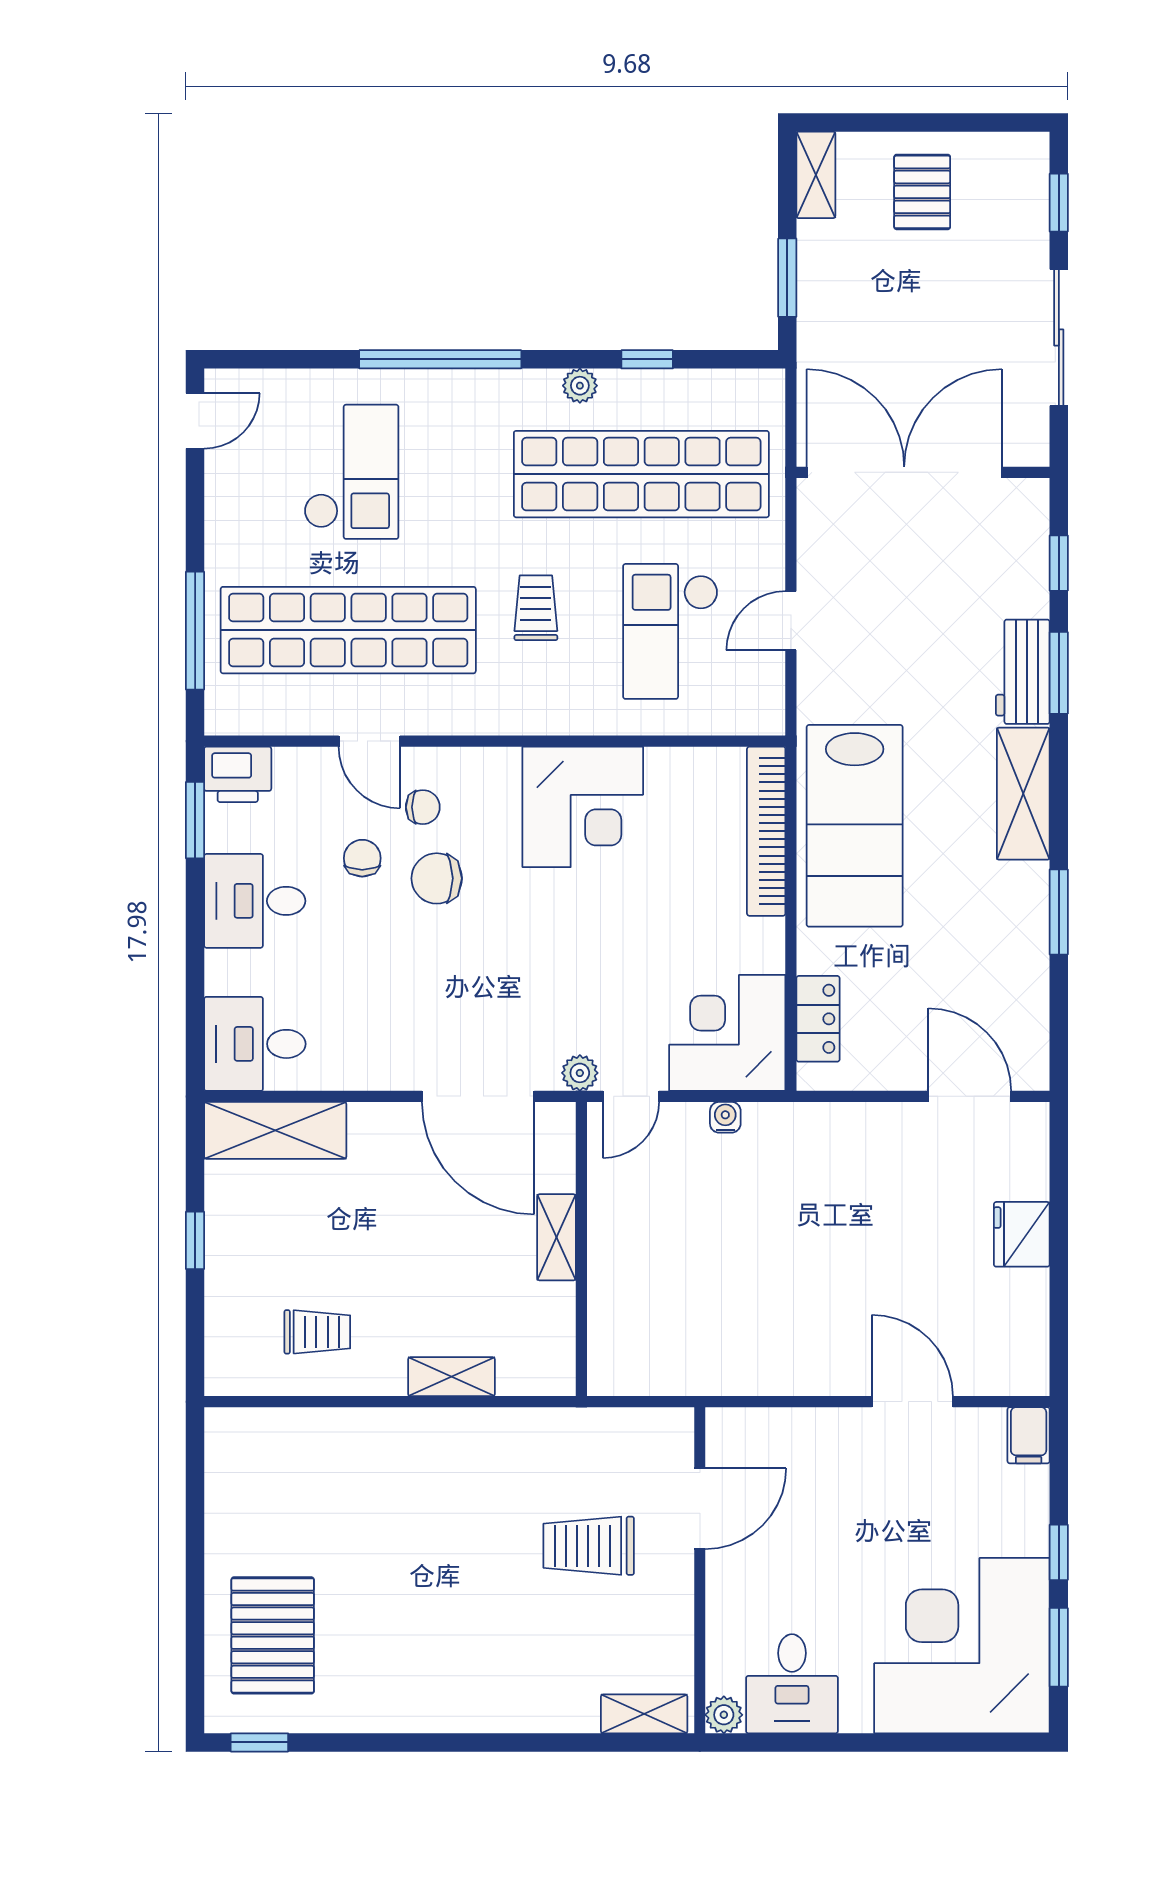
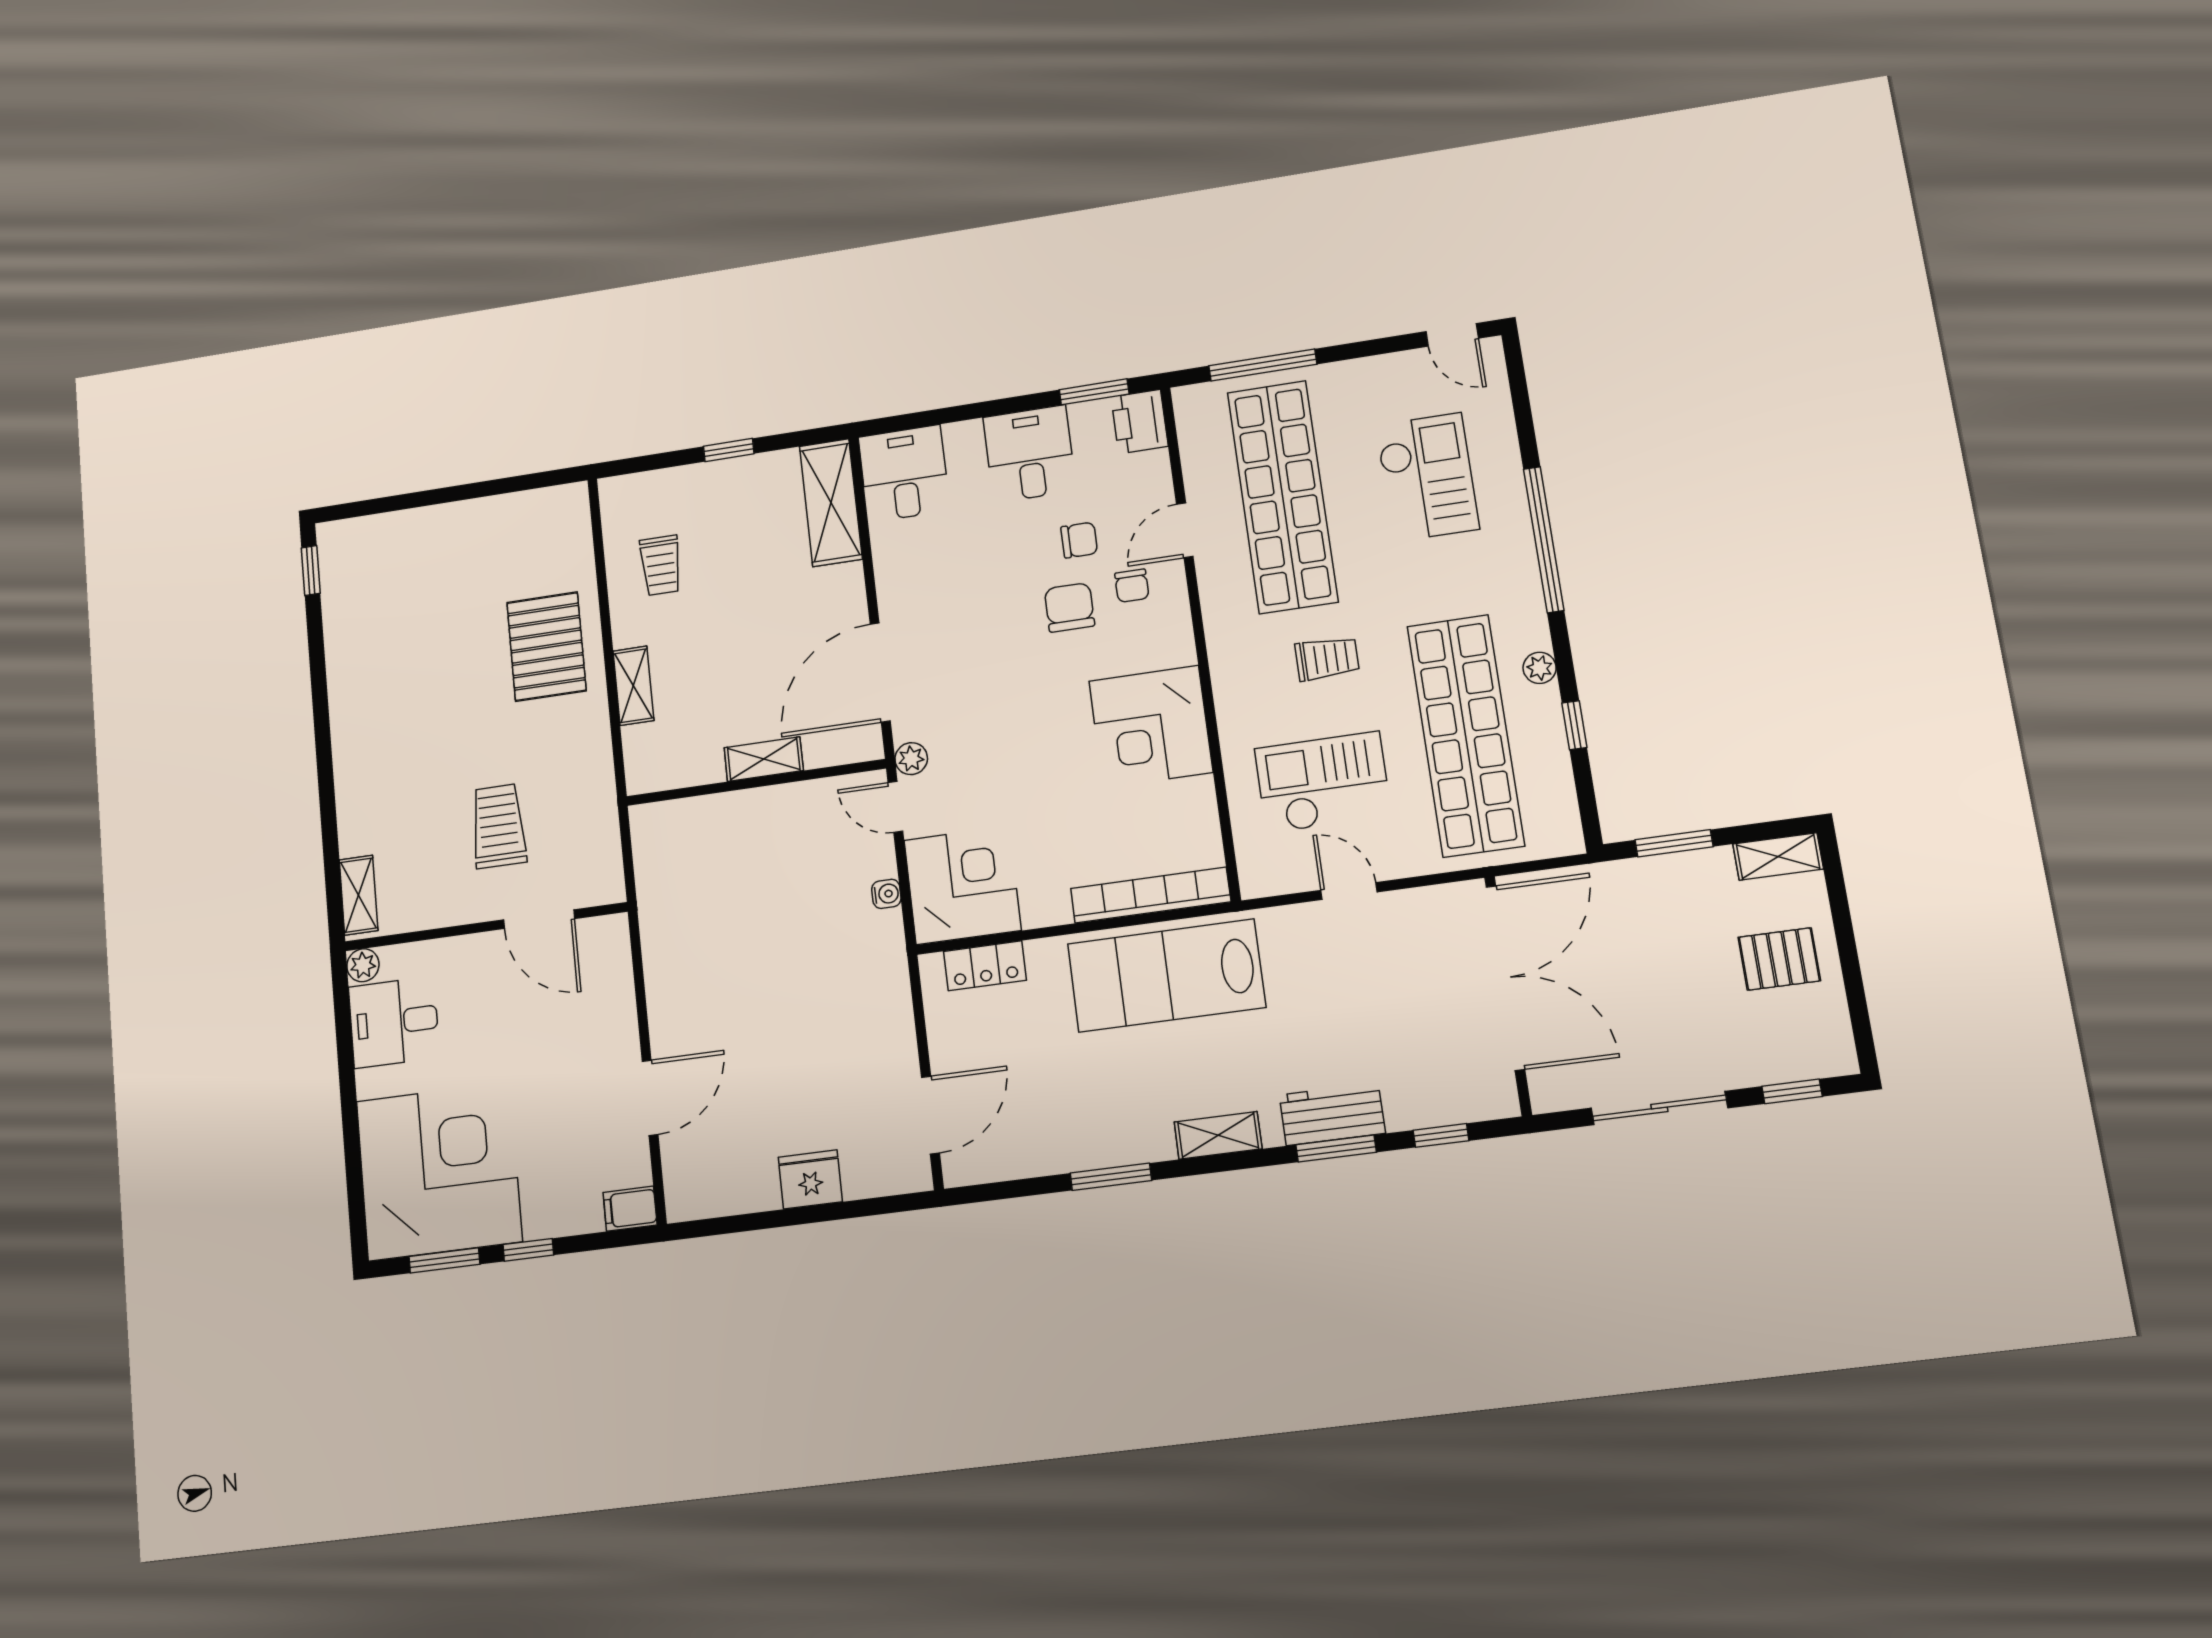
checkout: (351, 472) -> (1427, 477), turned -90
shelving: (1023, 794) -> (1218, 1135), width x0.67, depth x0.75
pallet: (273, 1635) -> (546, 647), moved, turned 90

